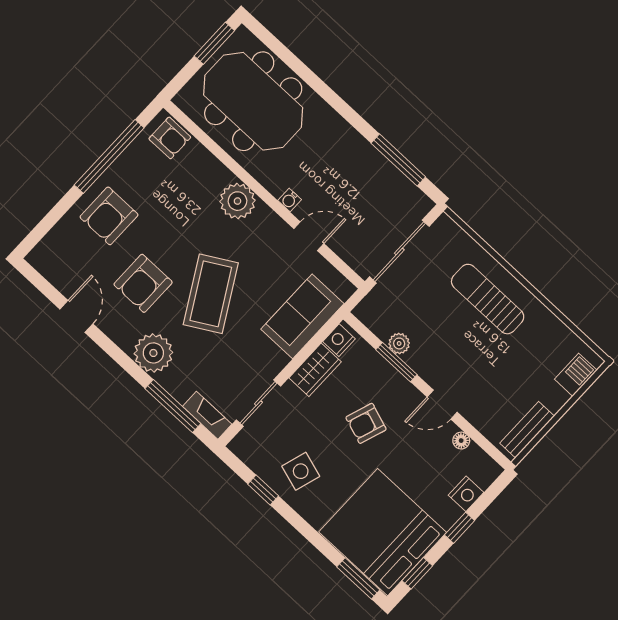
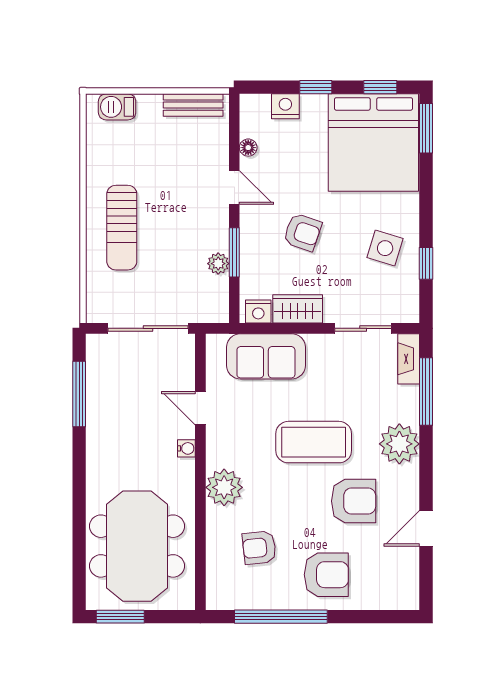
armchair: (170, 138) -> (259, 548), moved, turned -96
coffee table: (211, 294) -> (314, 442), turned 30

